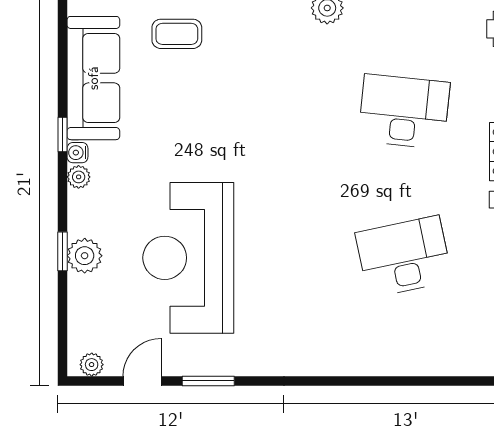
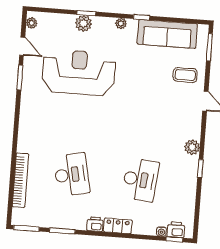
coffee table: (177, 34) -> (185, 75), turned 90
water cooler: (77, 153) -> (133, 24), removed
bookcase: (424, 363) -> (20, 180), added

